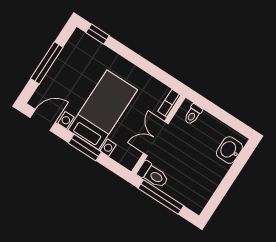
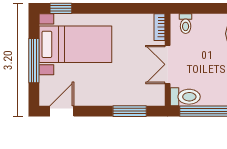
bed with nightstands: (103, 110) -> (75, 44), moved, turned 90
window: (85, 147) -> (130, 111), moved

